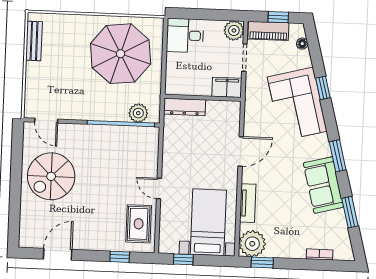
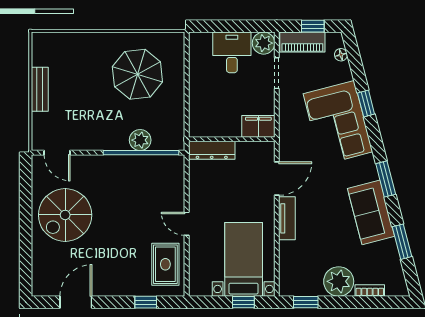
desk: (185, 35) -> (232, 52), moved, turned 90
bench: (34, 41) -> (40, 89), moved
parasol: (121, 54) -> (137, 74), width x0.73, depth x0.73
filing cabinet: (227, 87) -> (258, 126), moved
wall: (203, 98) -> (232, 139), moved
dresser: (185, 107) -> (212, 150), moved
plant: (138, 113) -> (140, 140), moved
tv unit: (248, 203) -> (287, 218), moved
plant: (252, 244) -> (339, 281), moved
window: (183, 259) -> (243, 302), moved

